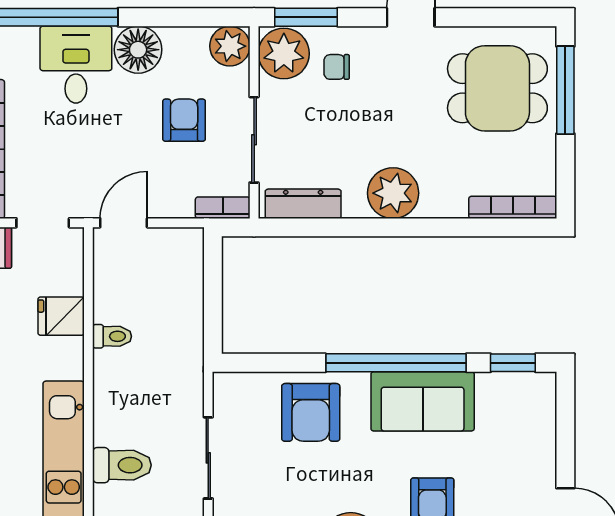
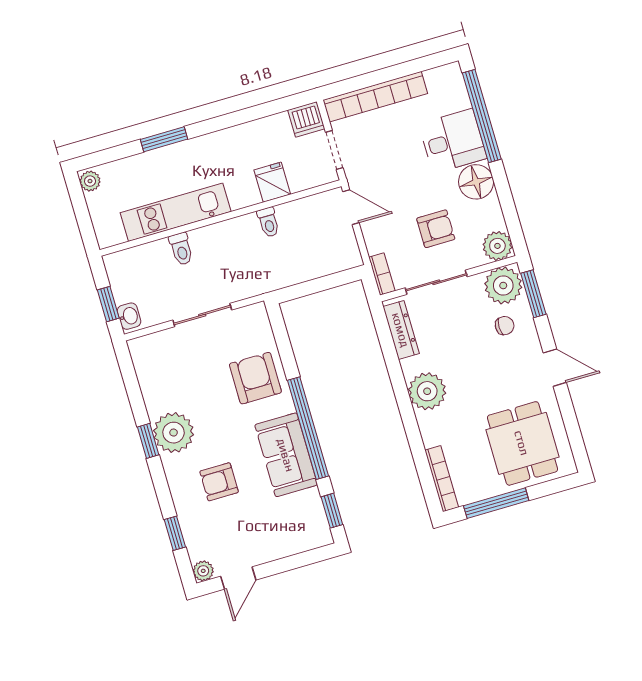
chair: (337, 67) -> (505, 326), turned 90
window: (565, 90) -> (496, 503), moved
armchair: (311, 412) -> (255, 378), turned 90
toilet: (122, 465) -> (181, 249), width x0.73, depth x0.72

